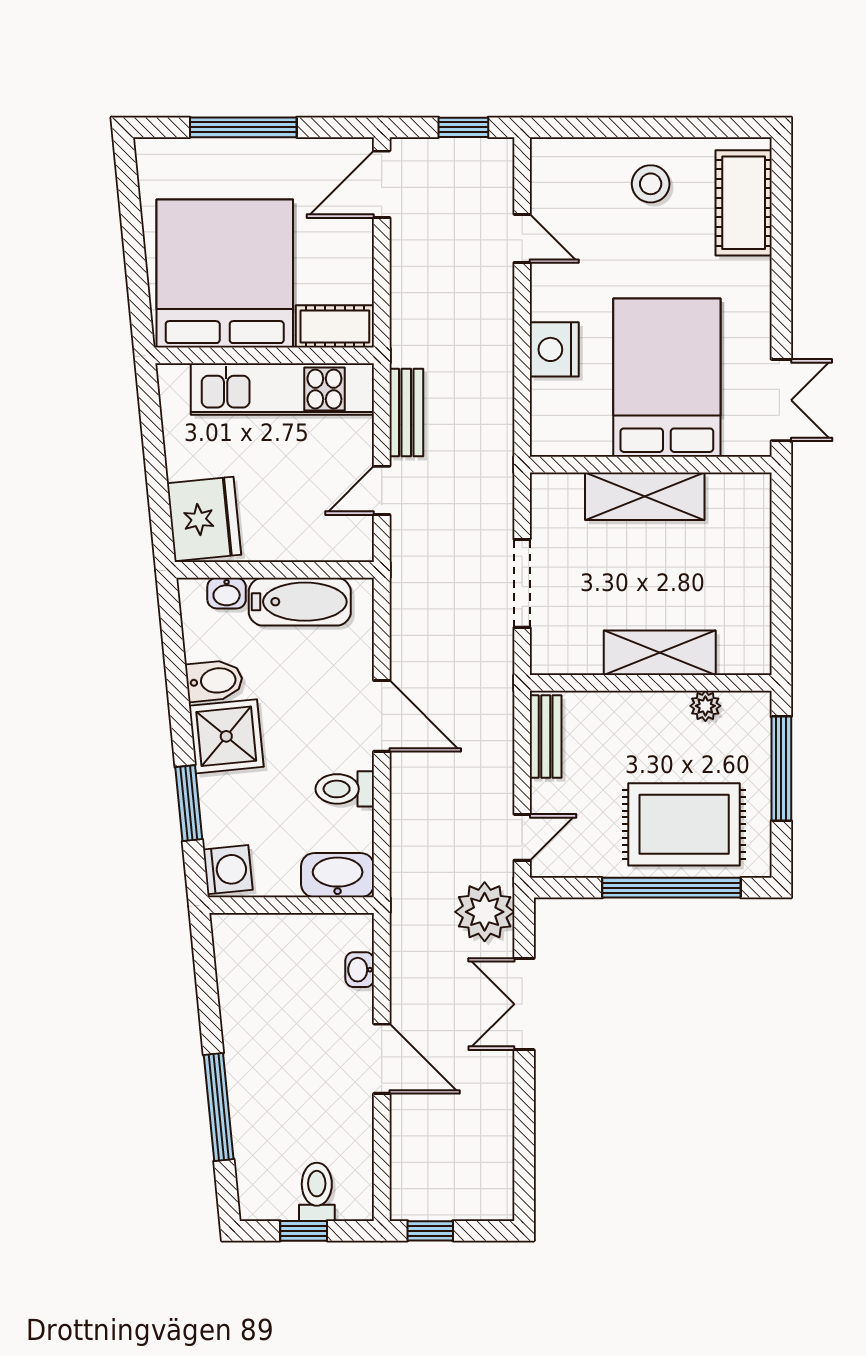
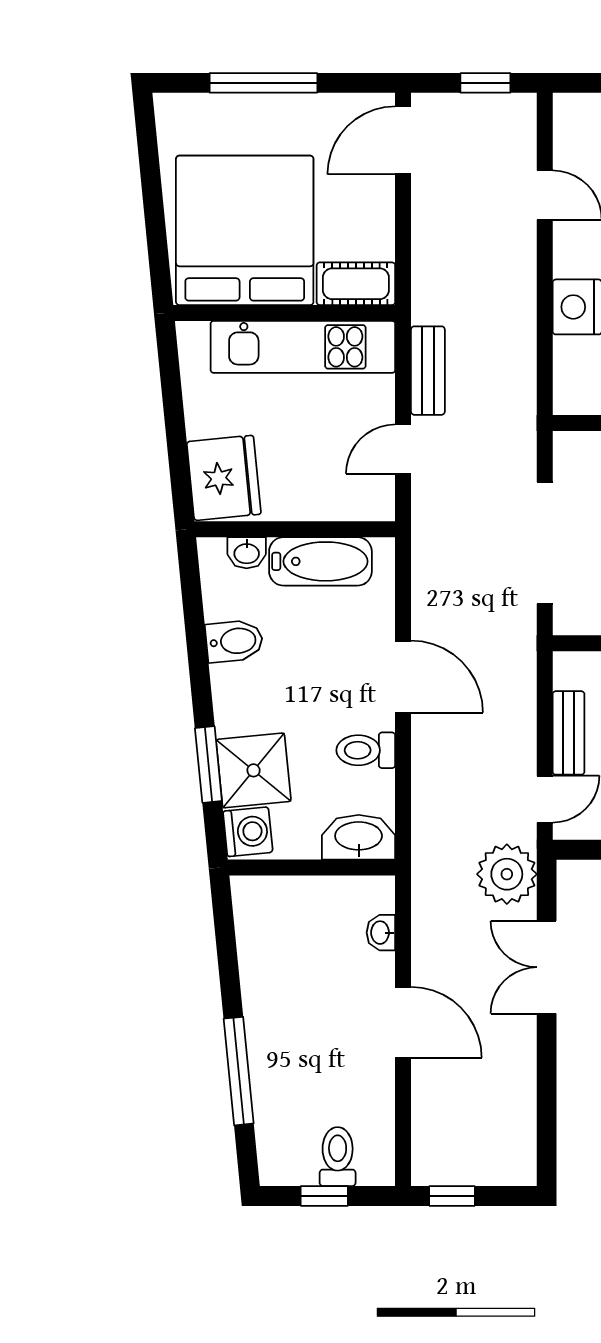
doorway: (522, 583) -> (545, 543), width x1.36
shower: (226, 736) -> (254, 770), moved
bench: (546, 736) -> (568, 733), moved

